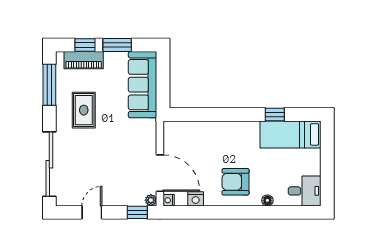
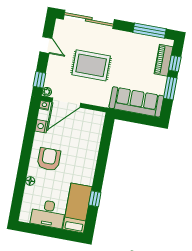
rug: (84, 110) -> (91, 65), moved, width x1.36, depth x1.43
desk: (305, 191) -> (48, 214), moved, width x1.37

